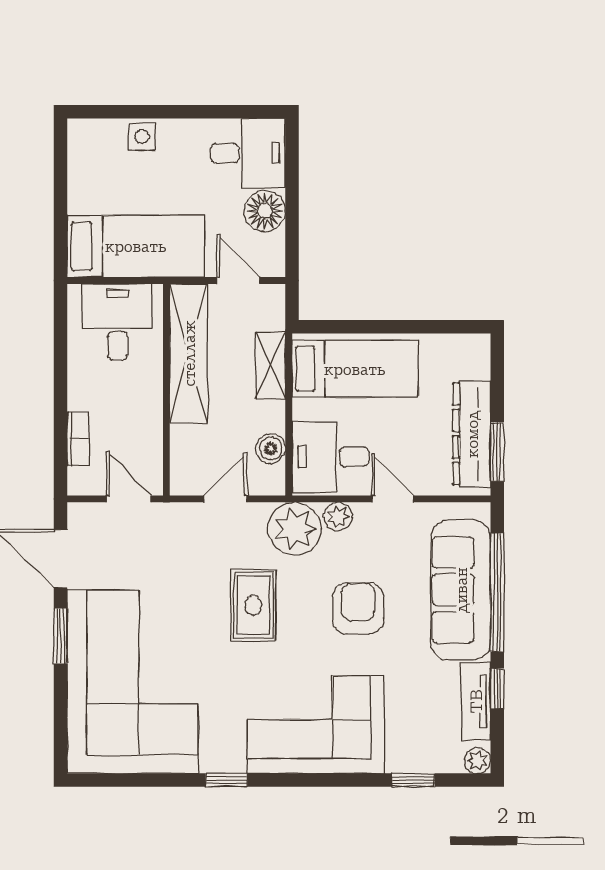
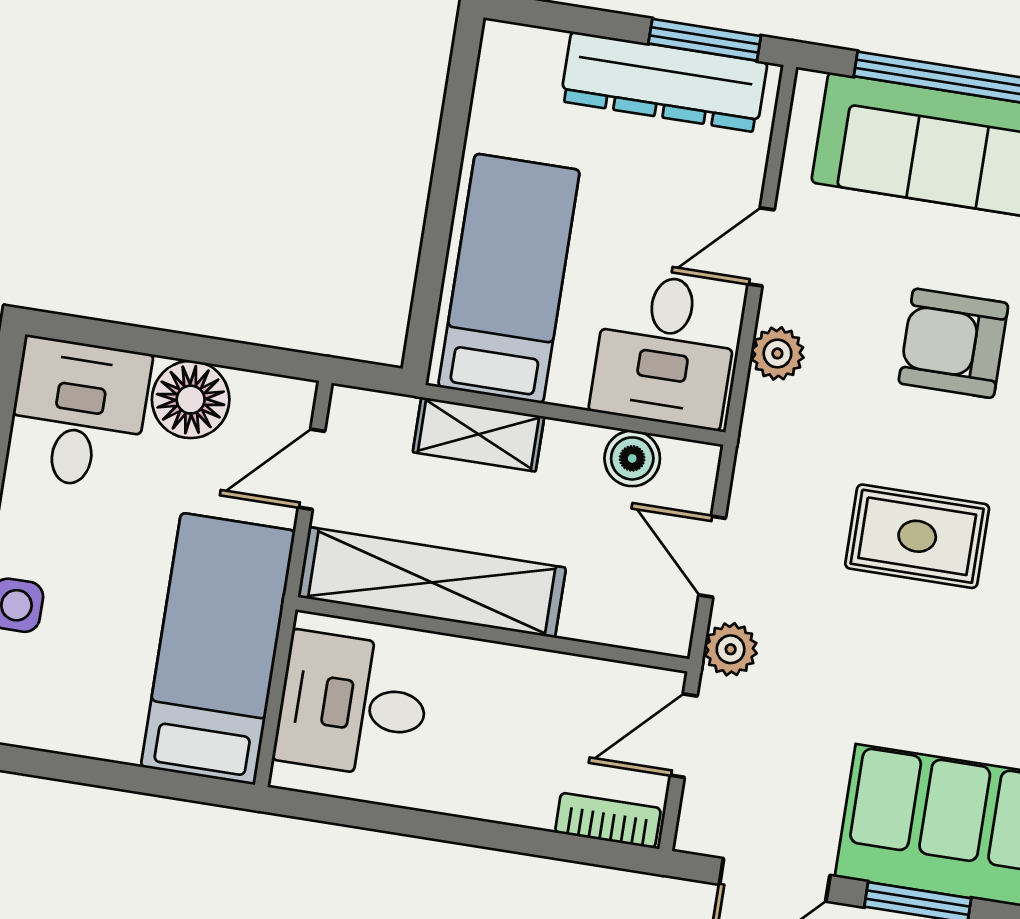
bookcase: (78, 439) -> (608, 820), moved
plant: (295, 529) -> (731, 649), moved, width x0.53, depth x0.53

